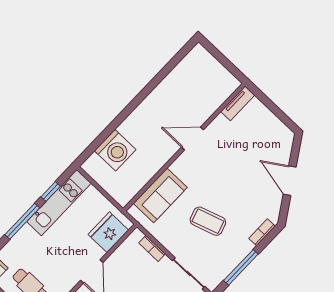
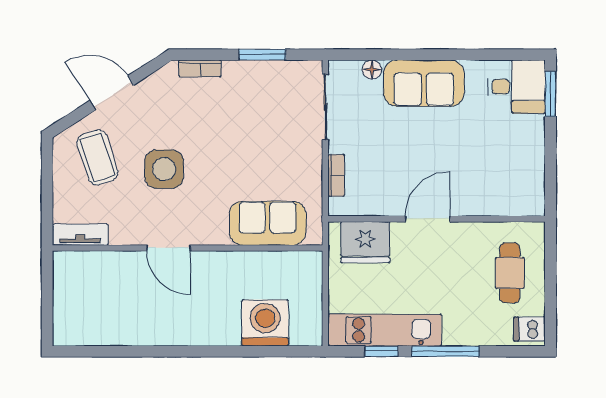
side table: (231, 171) -> (164, 169), added
door: (290, 181) -> (112, 93), swing flipped
coffee table: (208, 221) -> (97, 157), moved
window: (241, 267) -> (262, 55), width x0.69

